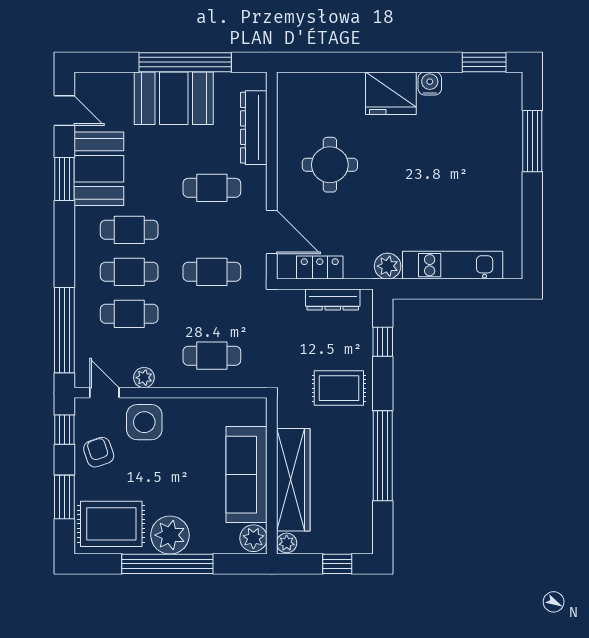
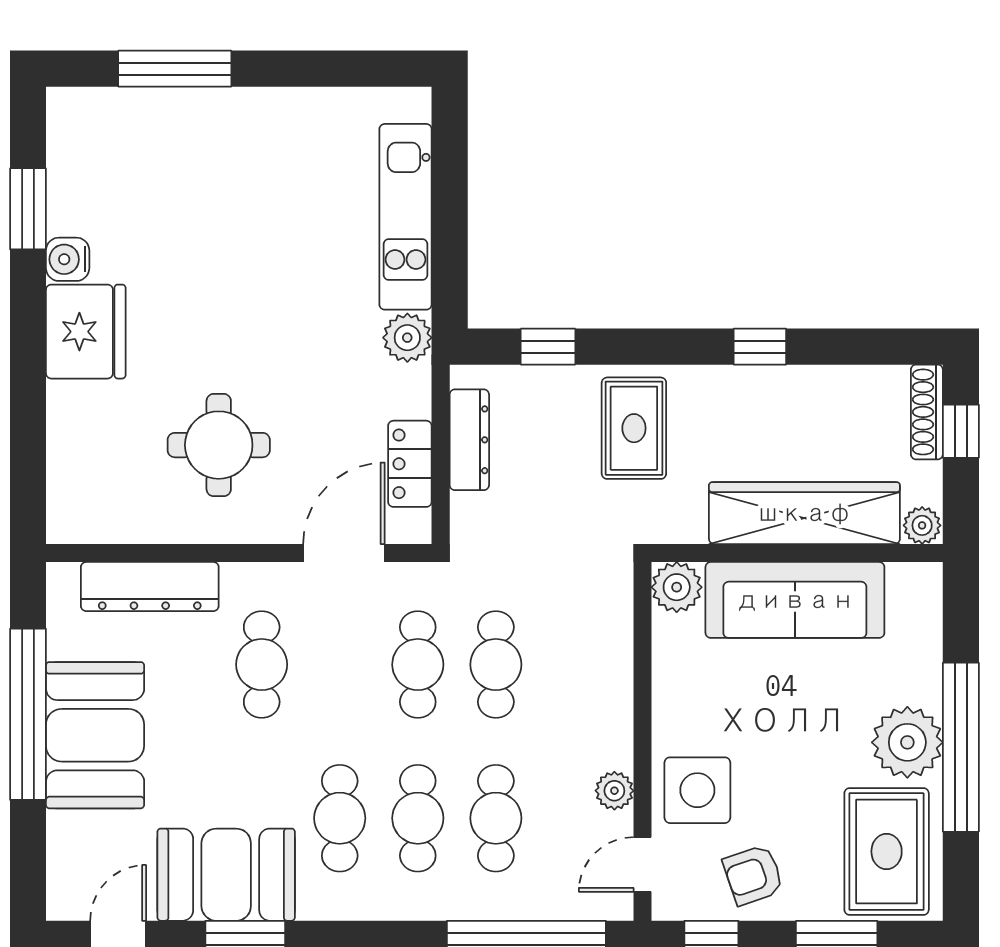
window: (484, 62) -> (28, 209), moved
cafe table: (212, 356) -> (496, 665), moved
window: (383, 456) -> (760, 347), width x0.32
plant: (253, 538) -> (677, 587), moved
shoe rack: (348, 546) -> (927, 412), added

